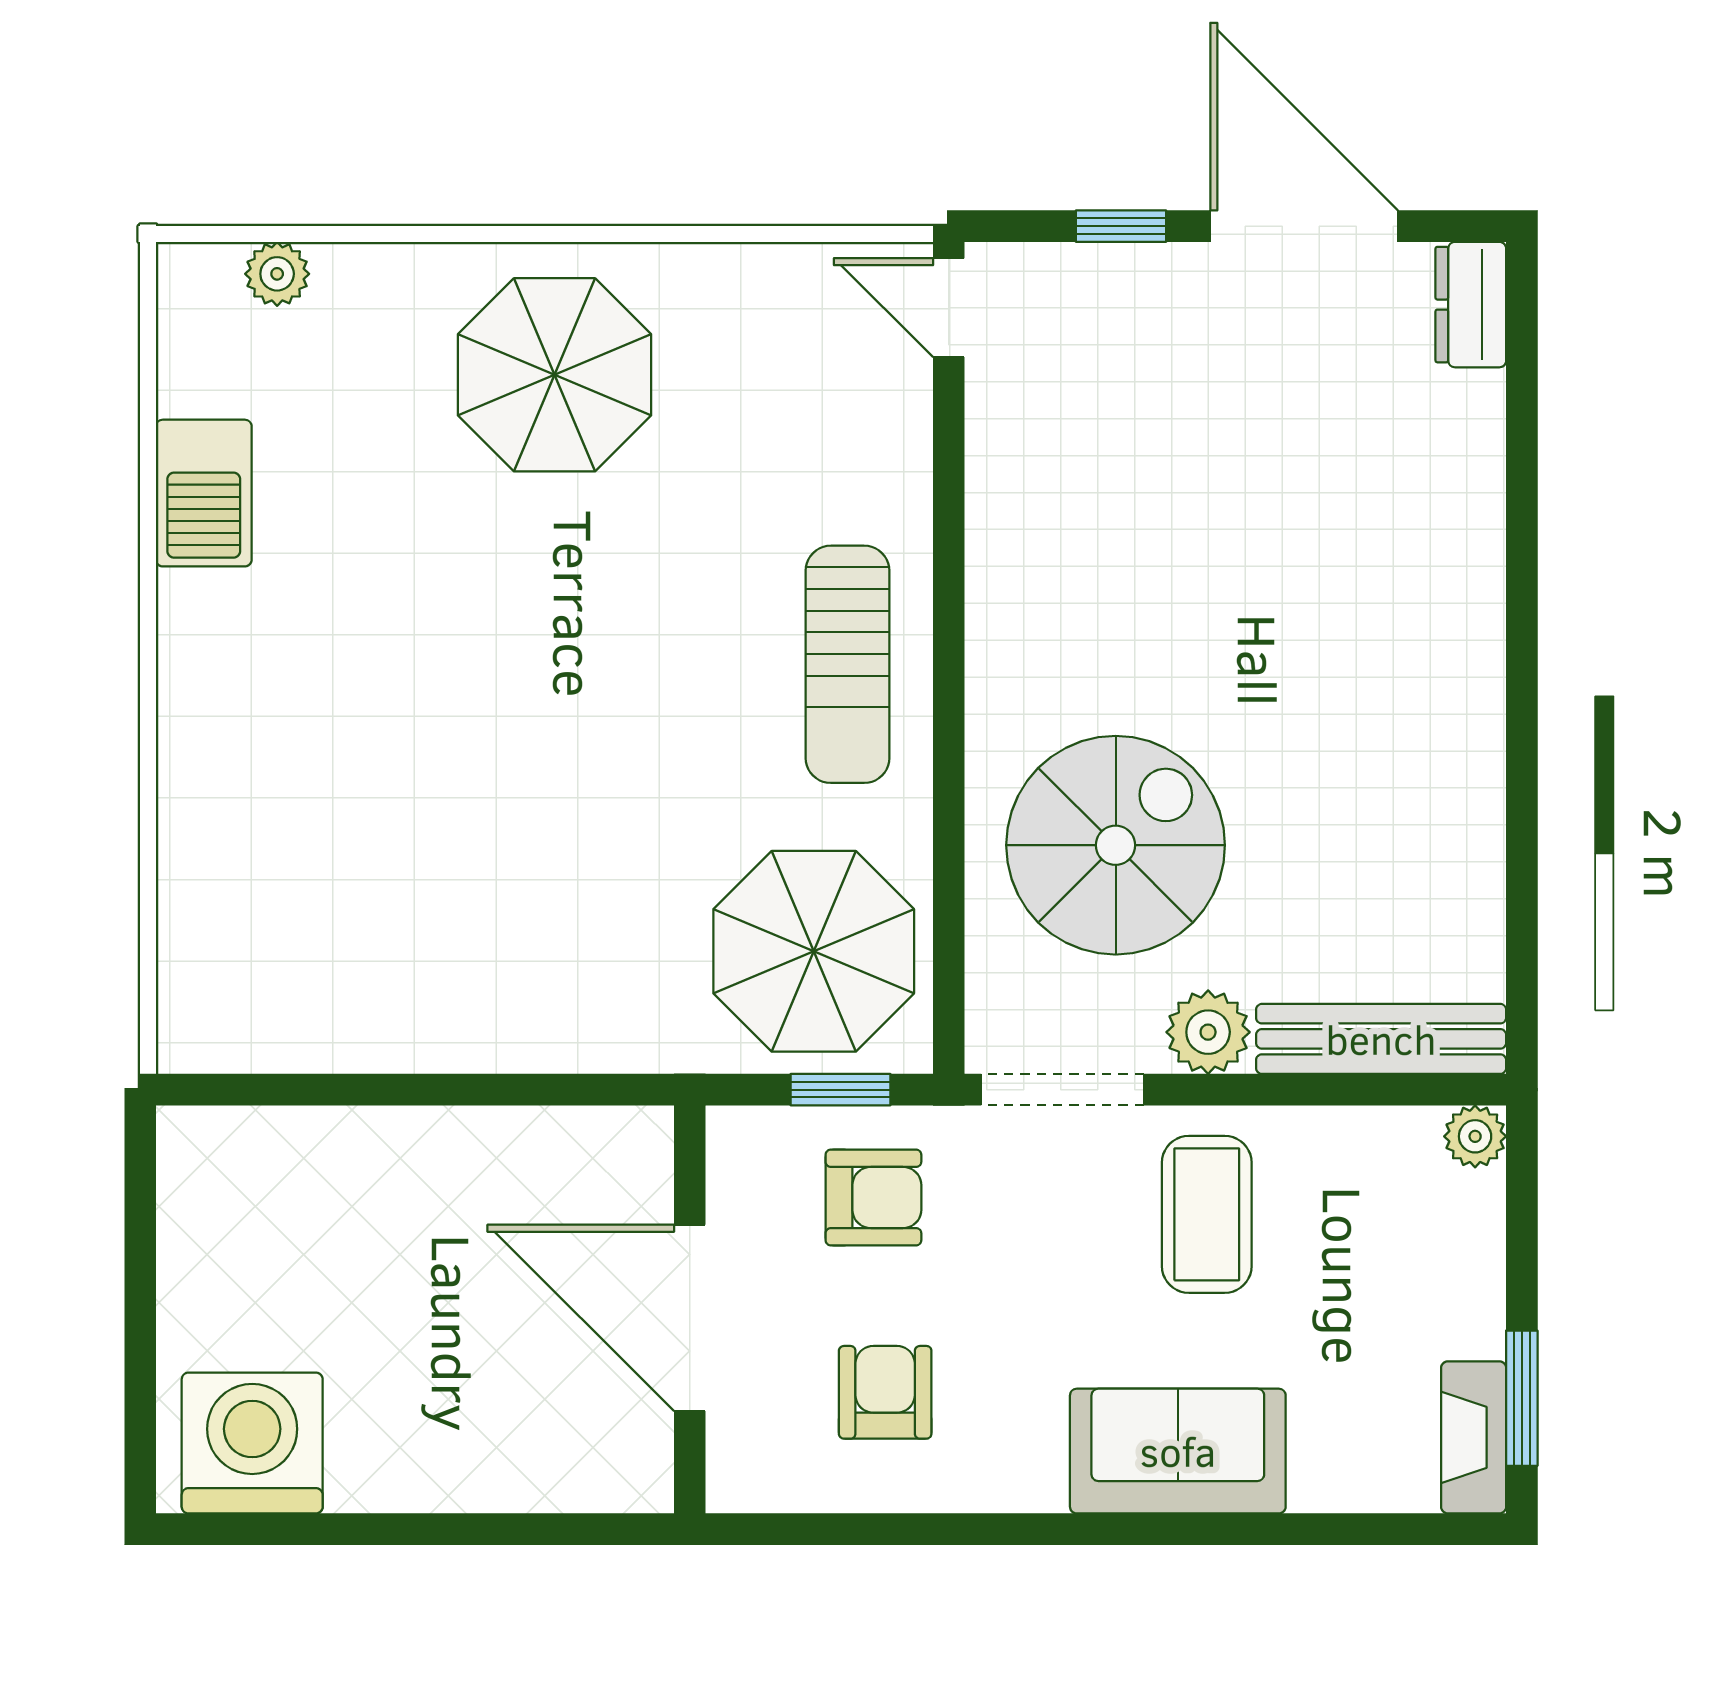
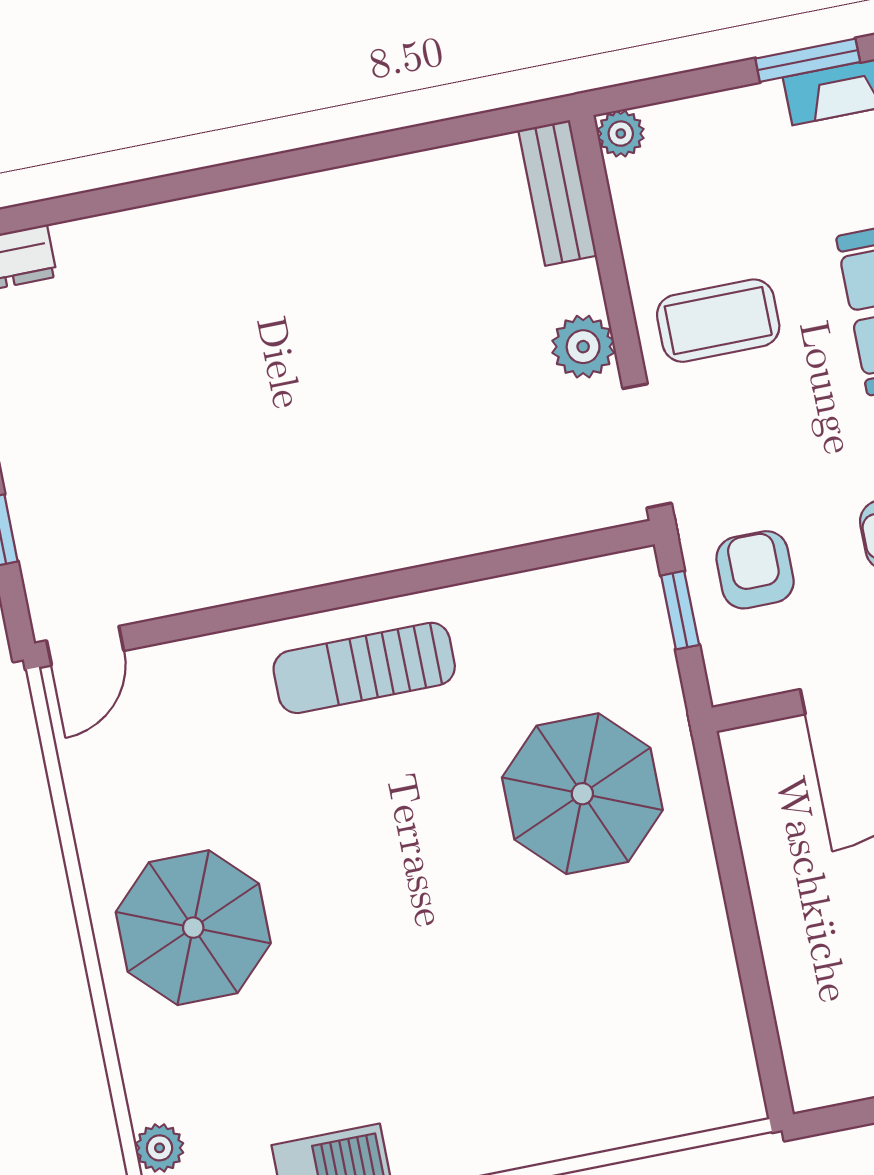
sun lounger: (847, 664) -> (364, 668), turned 180
spiral stairs: (1116, 845) -> (458, 443), removed
parasol: (814, 951) -> (582, 794), moved
bench: (1381, 1039) -> (558, 193), width x0.73

